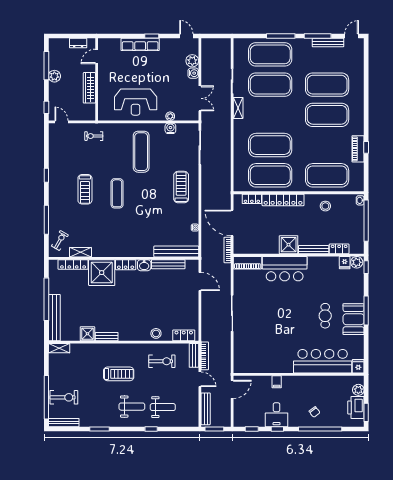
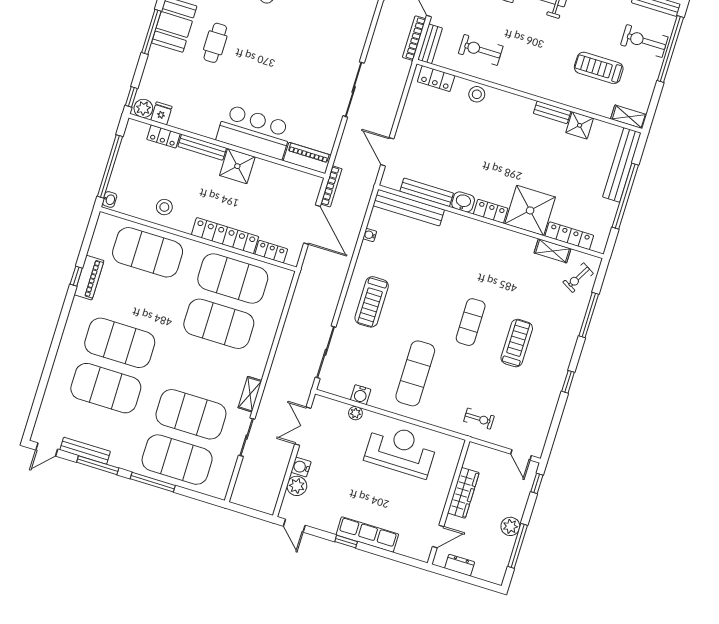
treadmill: (119, 374) -> (599, 68), moved

